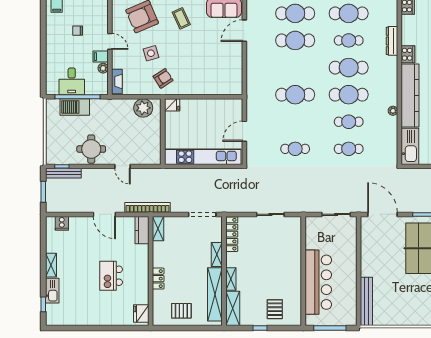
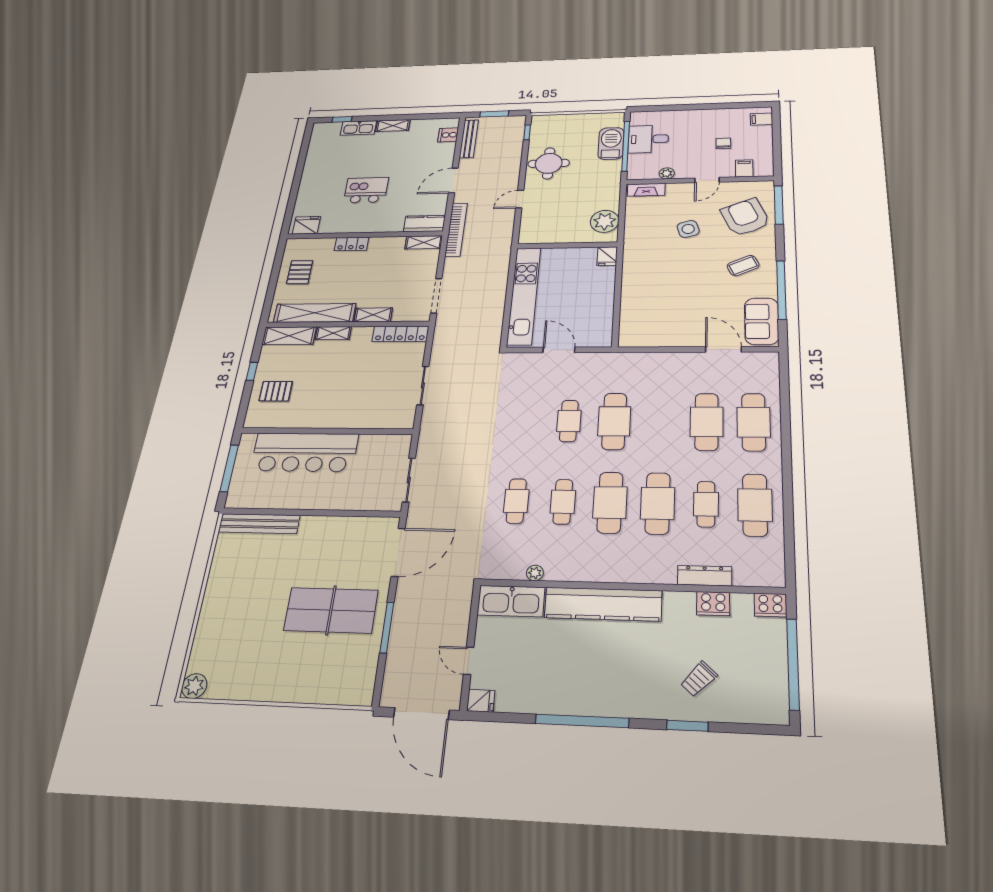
cooker: (408, 54) -> (713, 604), moved
filing cabinet: (101, 57) -> (744, 168), moved
armchair: (163, 78) -> (649, 244), removed
plant: (393, 111) -> (535, 573), moved
cafe table: (295, 149) -> (569, 421), moved
bench: (63, 173) -> (469, 139), moved

